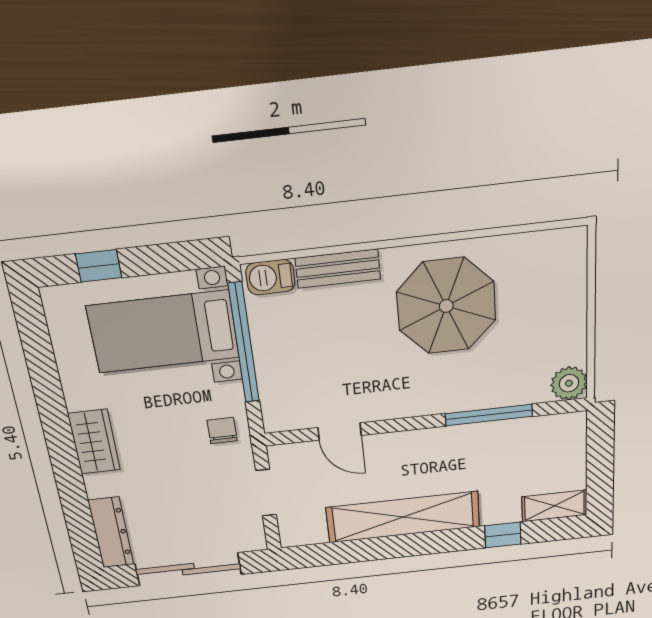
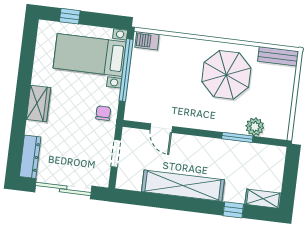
bench: (338, 269) -> (278, 56), moved
plant: (569, 383) -> (255, 127), moved
window: (489, 415) -> (237, 137), width x0.69

